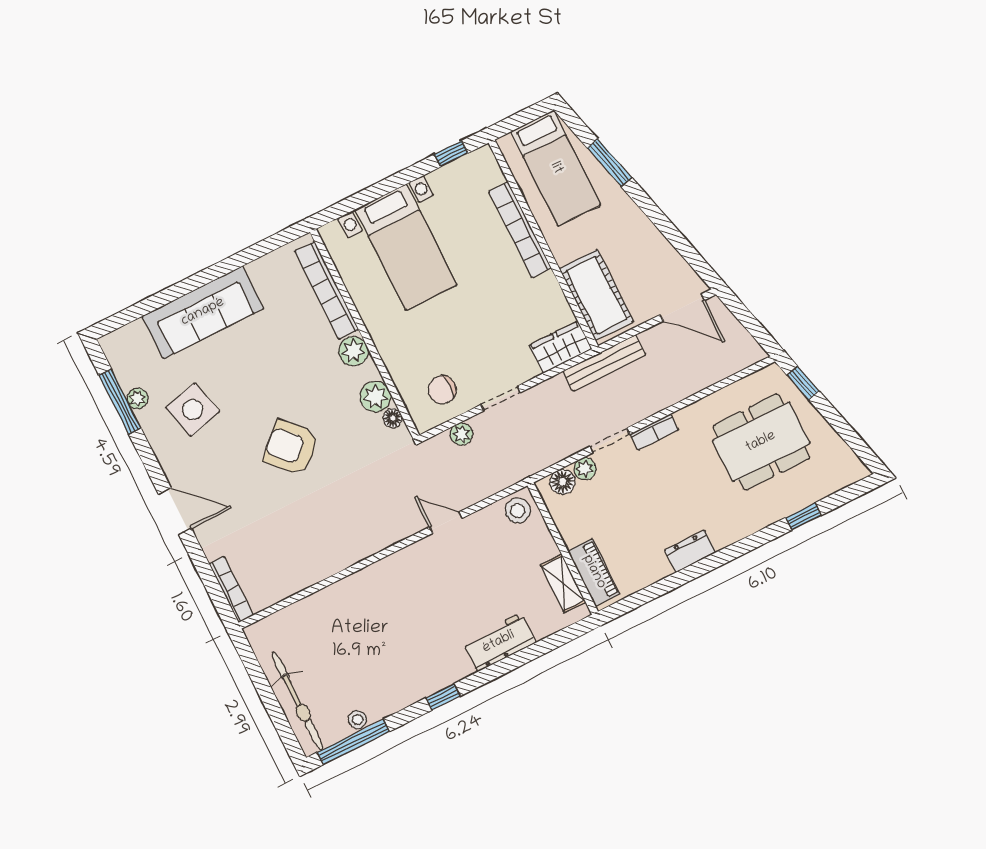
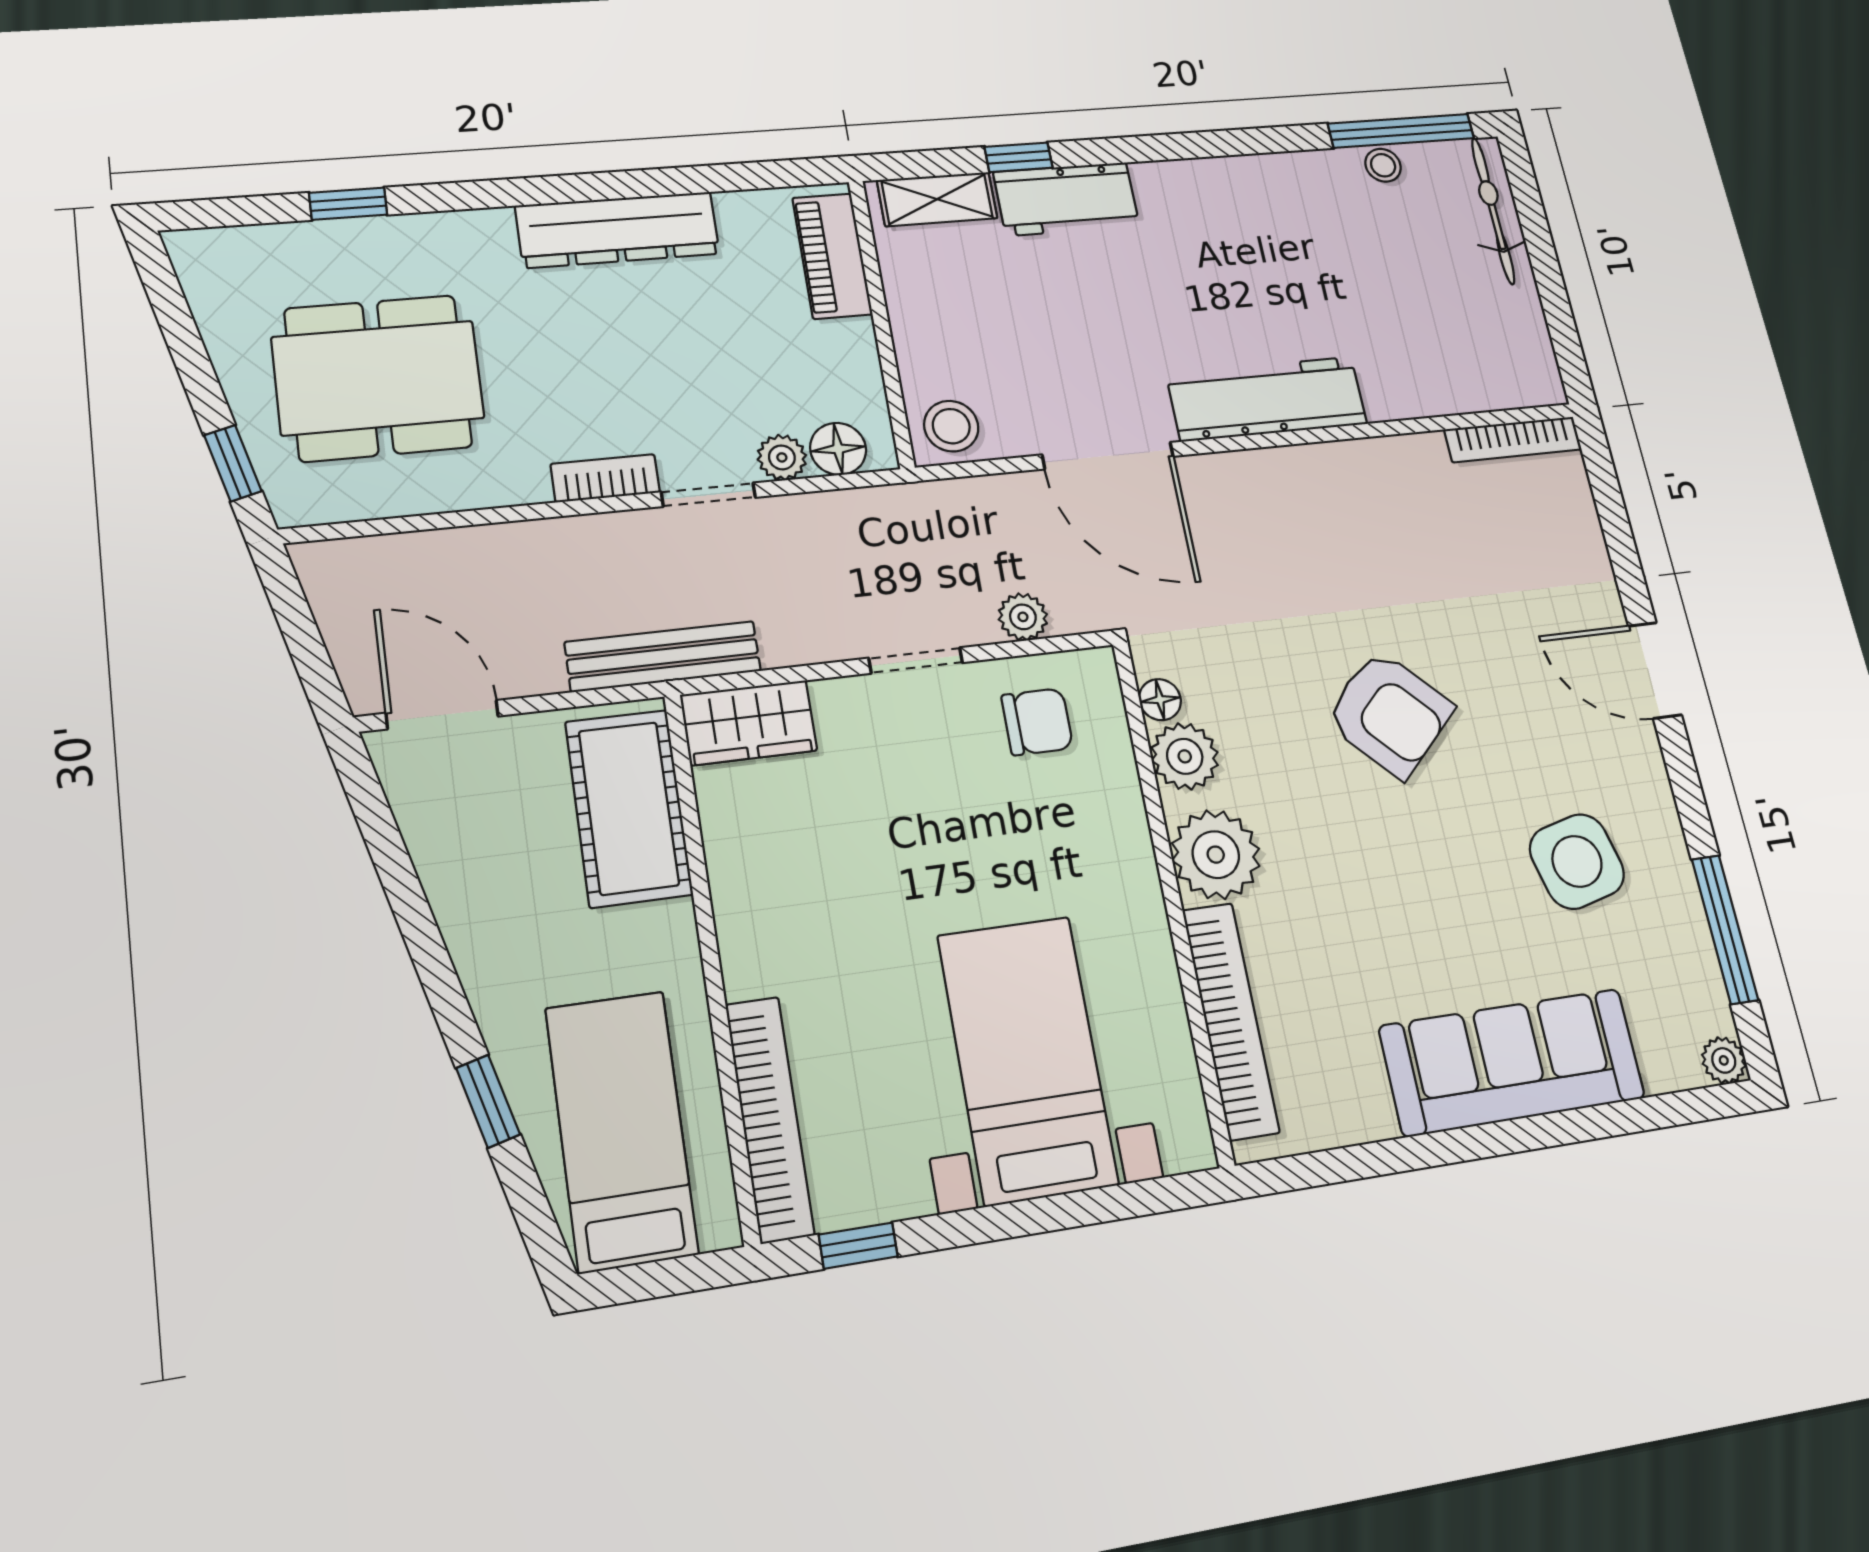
window: (609, 163) -> (488, 1101), width x0.67
bookcase: (520, 230) -> (770, 1119), moved
plant: (353, 351) -> (1216, 855), width x1.36, depth x1.36
plant: (137, 398) -> (1724, 1060), moved
door: (446, 523) -> (1108, 456), width x1.88
dresser: (690, 551) -> (618, 230), width x1.96, depth x1.24
workbench: (382, 577) -> (1267, 399), added
shelving: (563, 583) -> (937, 199), moved, turned 90
bookcase: (231, 589) -> (1513, 439), moved, turned -90
window: (443, 697) -> (1019, 157), moved
bicycle: (297, 701) -> (1493, 211), width x0.73, depth x0.71

